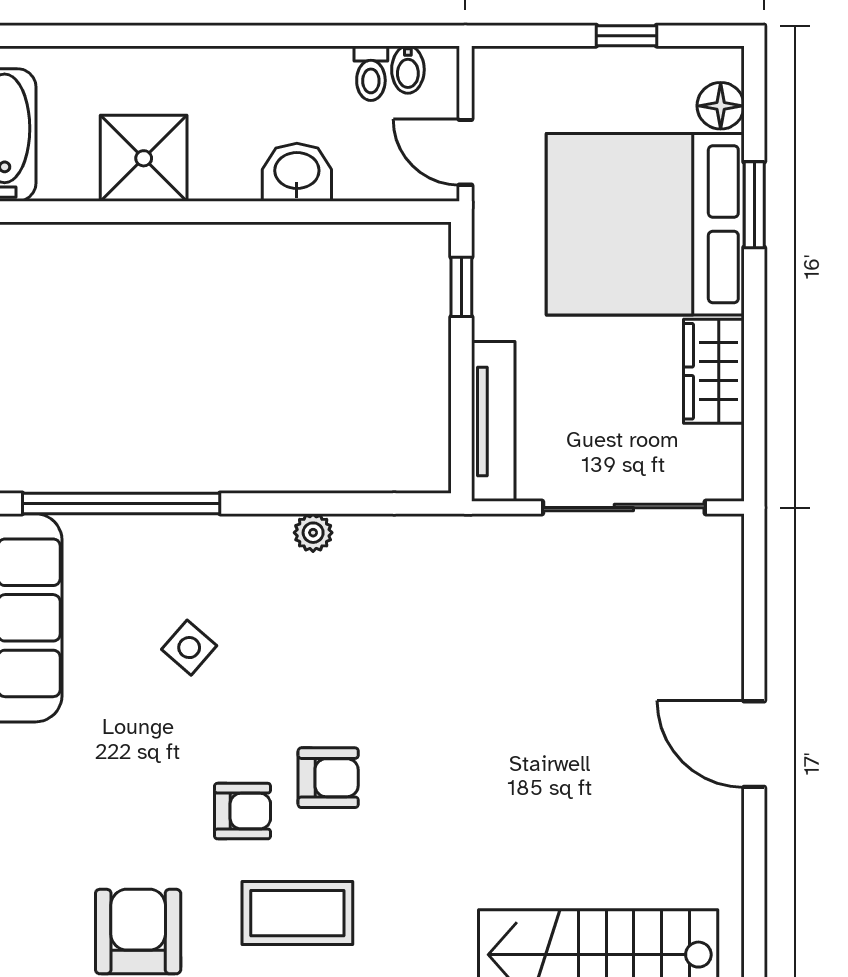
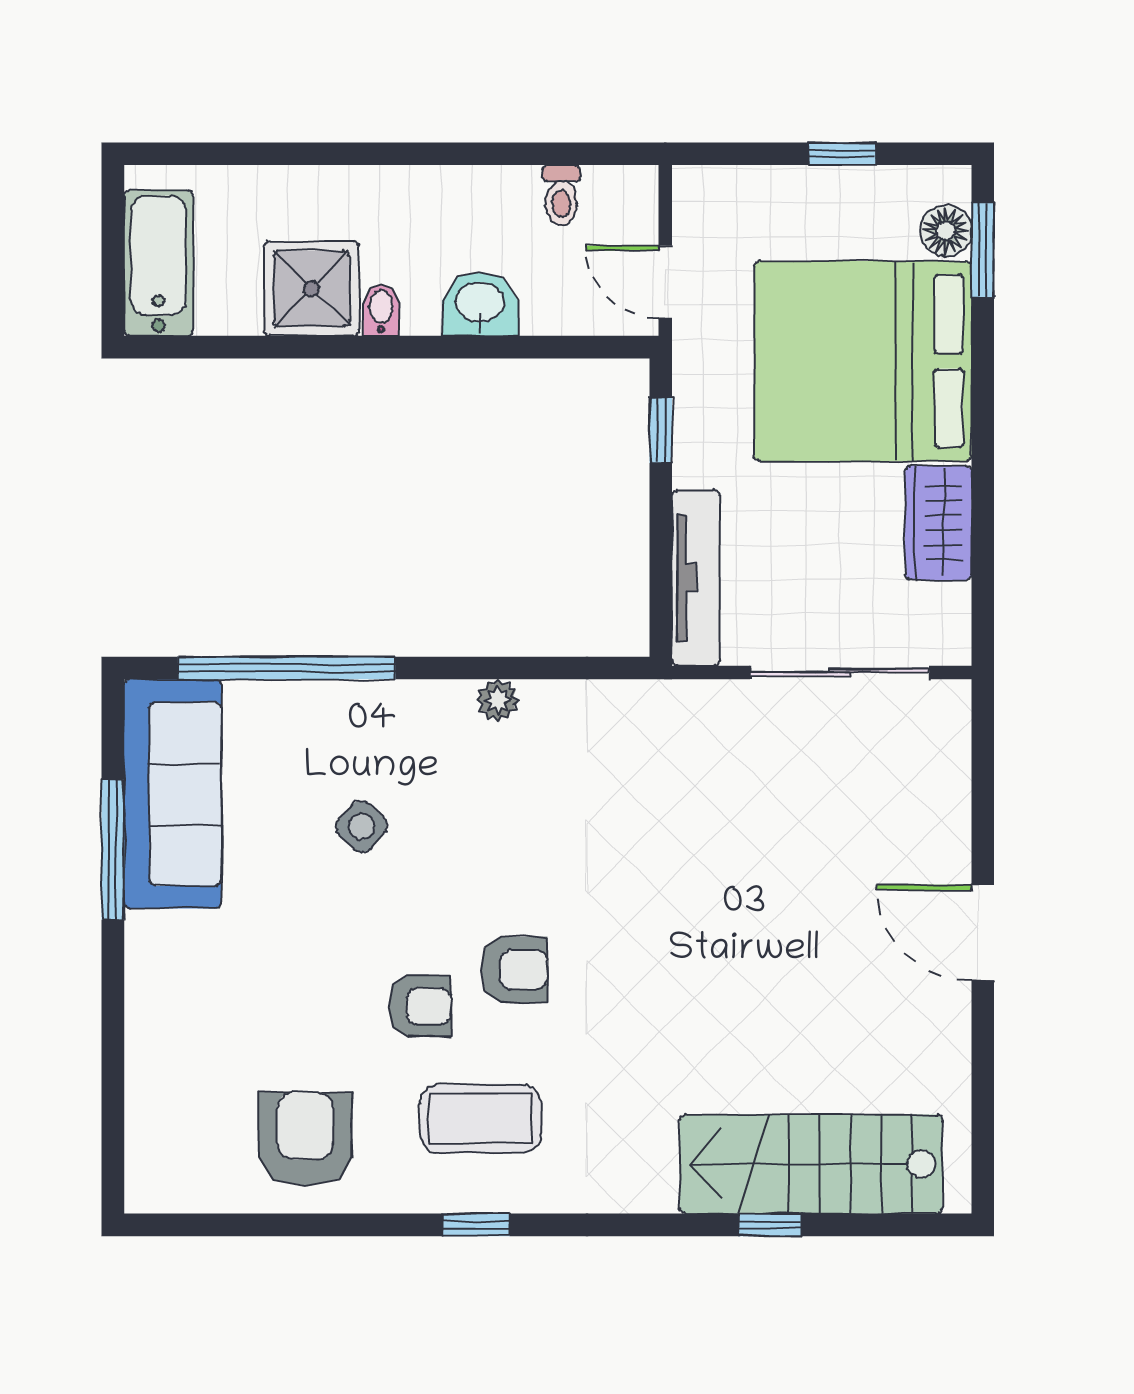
bidet: (408, 70) -> (381, 310), moved, turned 180
window: (754, 205) -> (983, 250), moved

